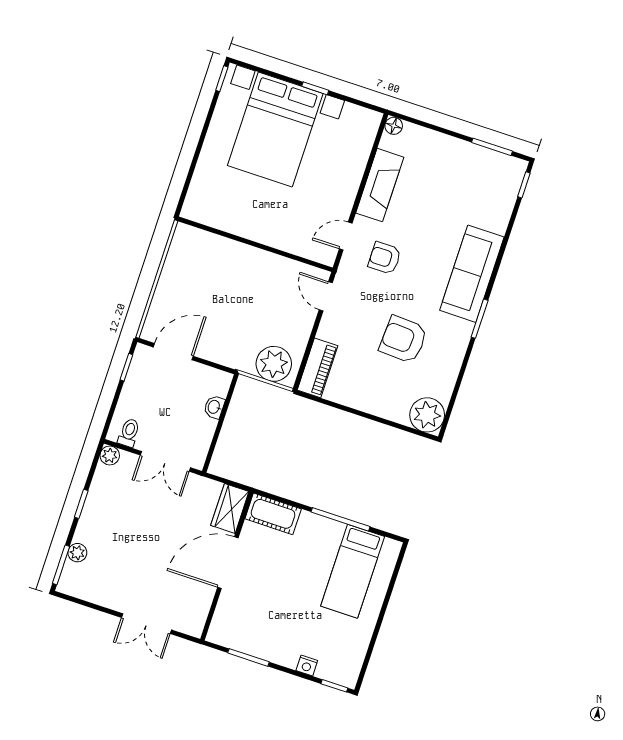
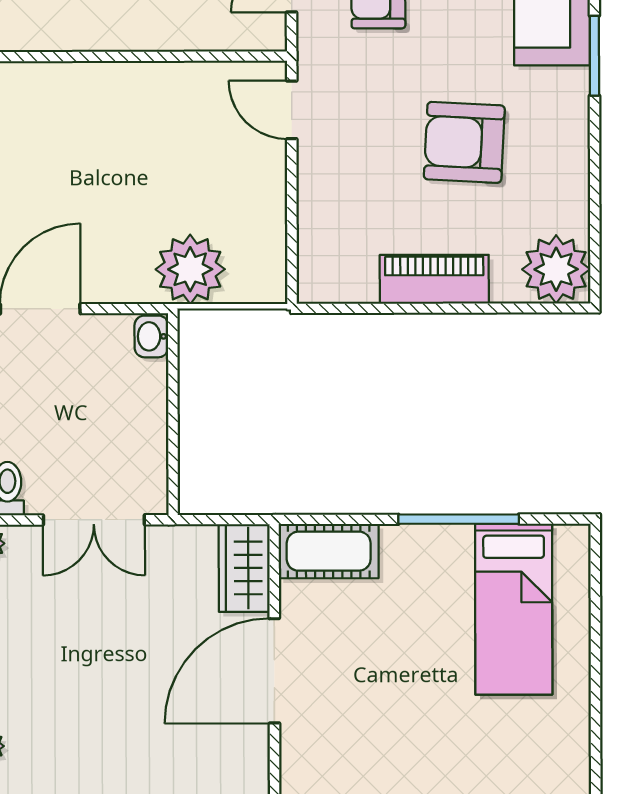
plant: (274, 364) -> (190, 269), moved
piano: (318, 368) -> (434, 279), moved, turned -90
washbasin: (214, 407) -> (151, 336), moved

